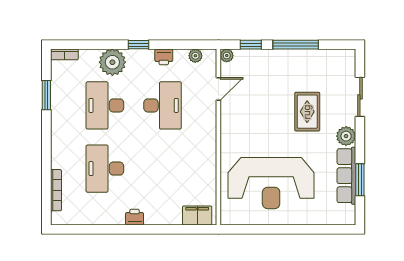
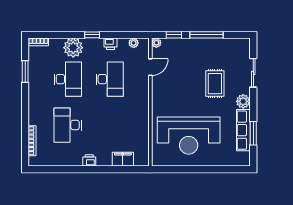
desk: (105, 105) -> (68, 79), turned 180
filing cabinet: (197, 215) -> (123, 159), moved

